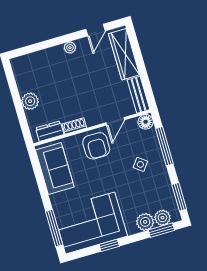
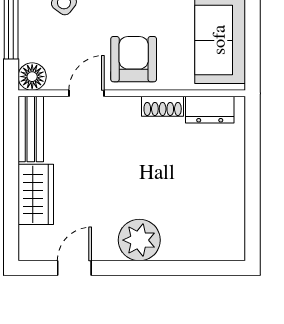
plant: (70, 48) -> (139, 240), width x1.88, depth x1.88
wardrobe: (124, 54) -> (36, 194), width x0.67
plant: (30, 101) -> (229, 174), removed

